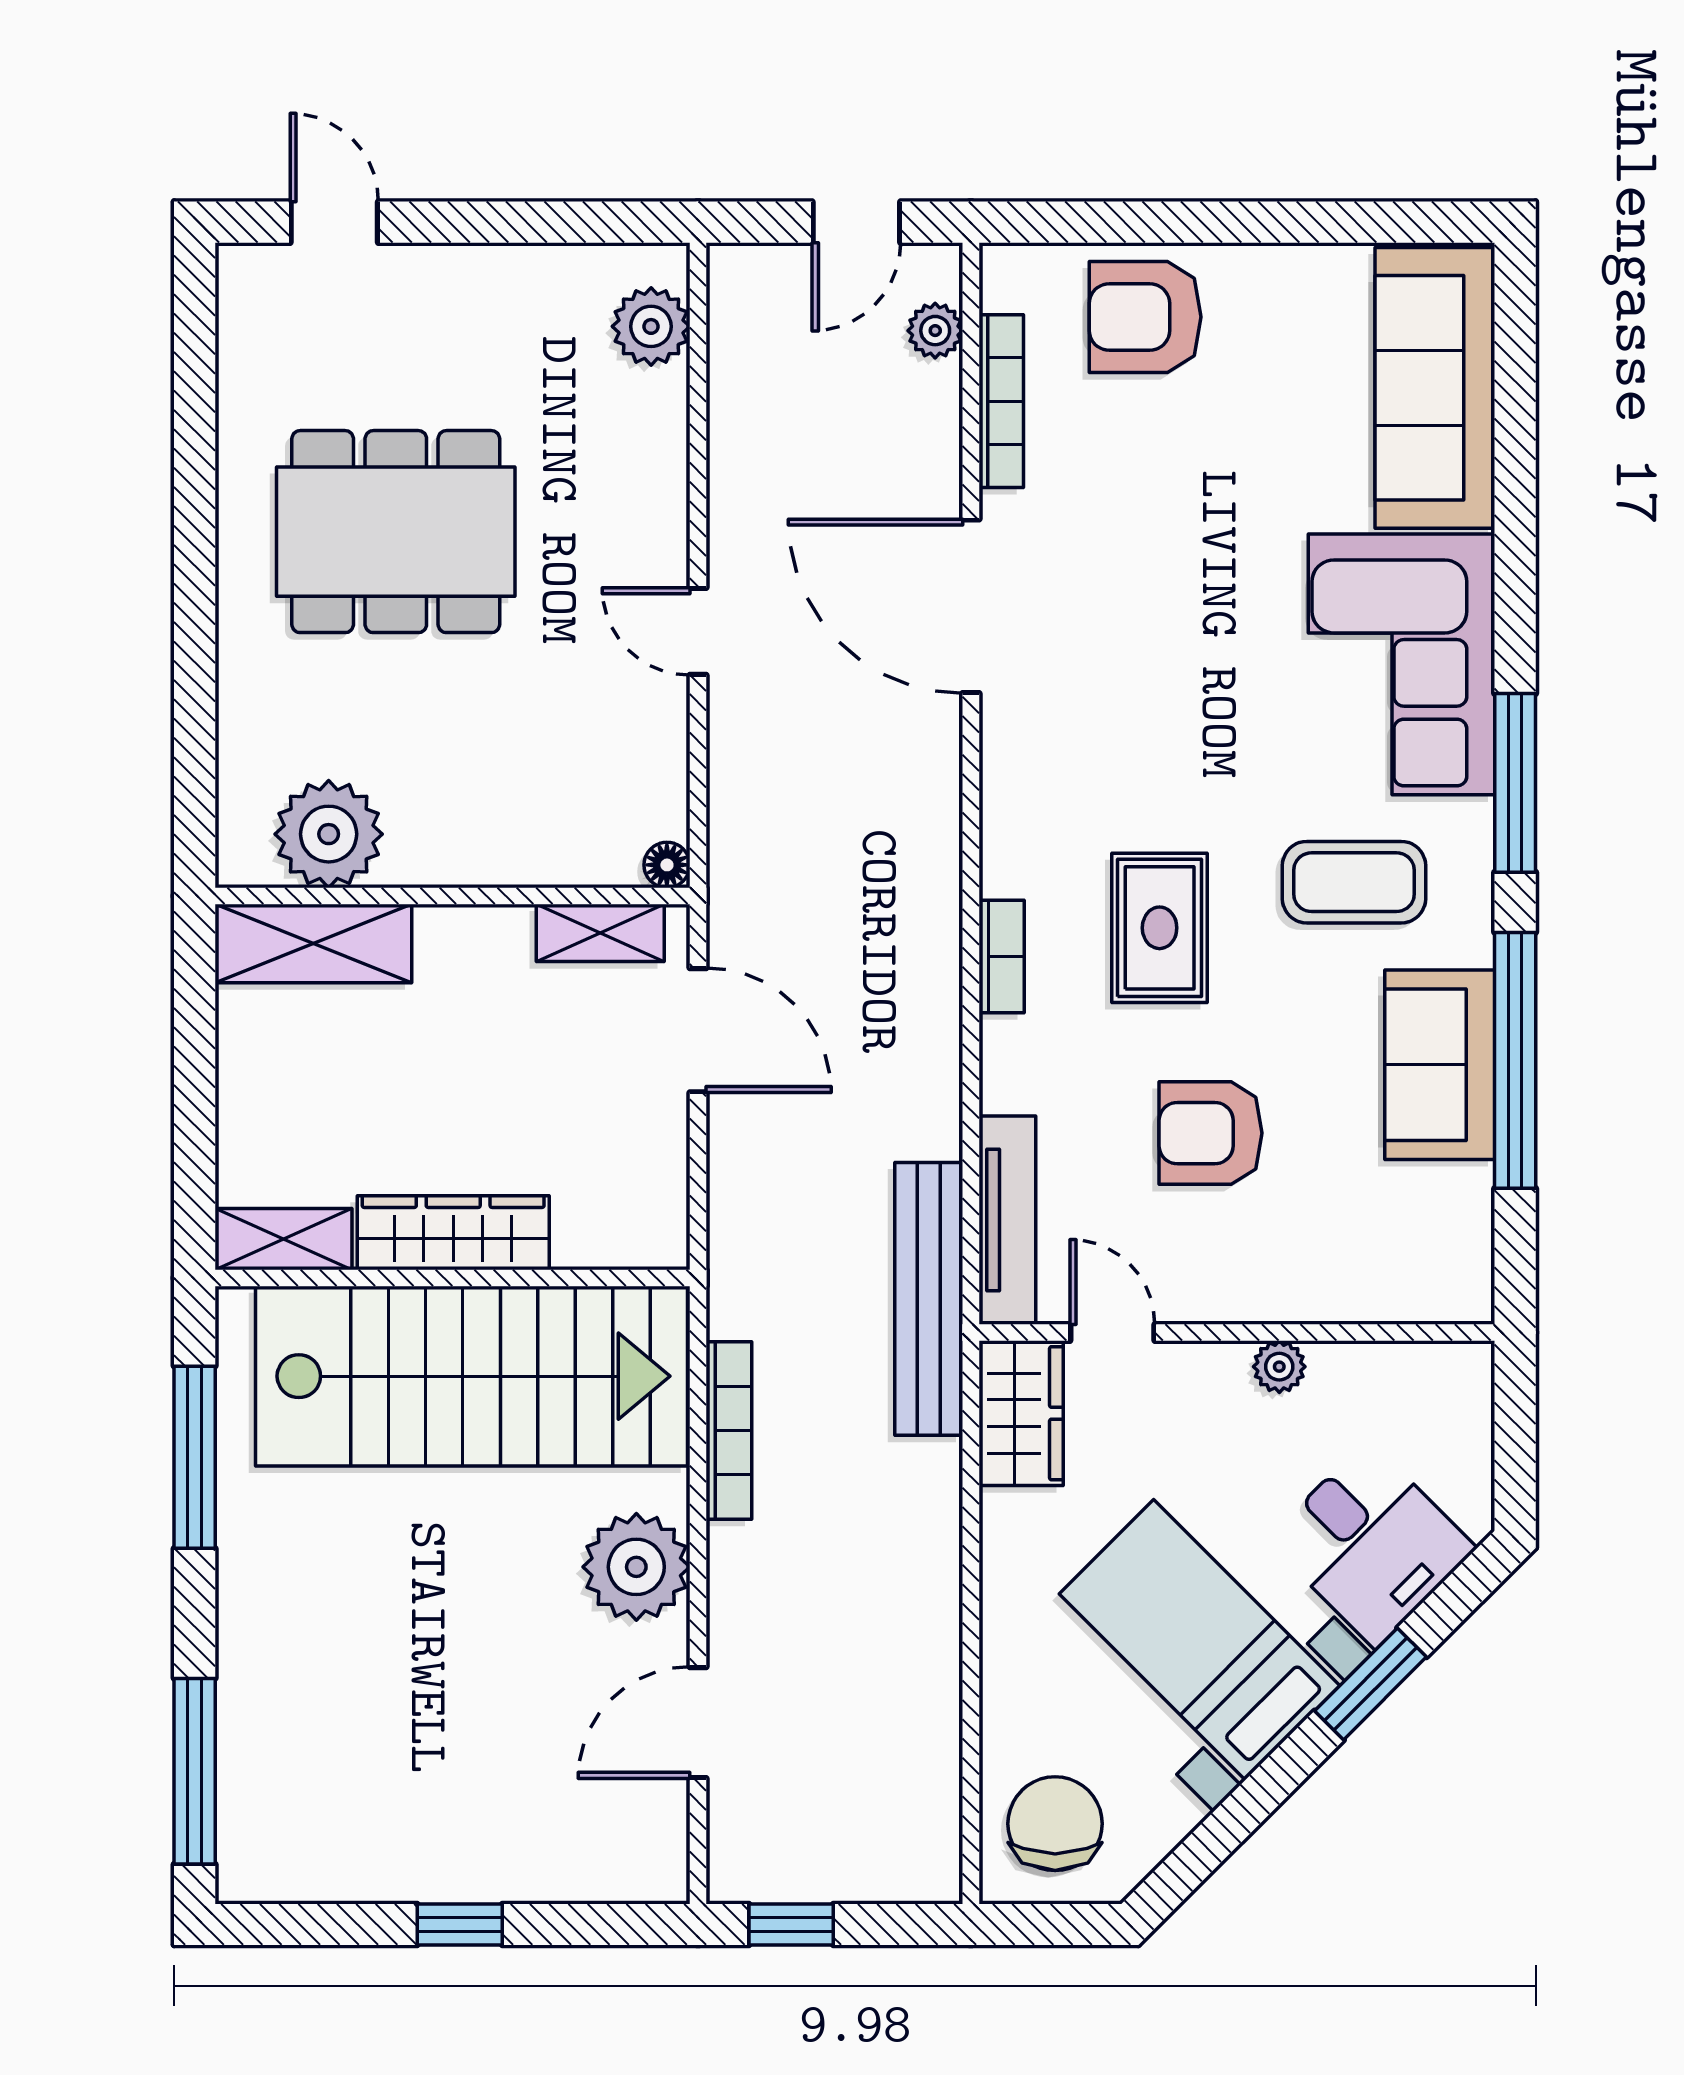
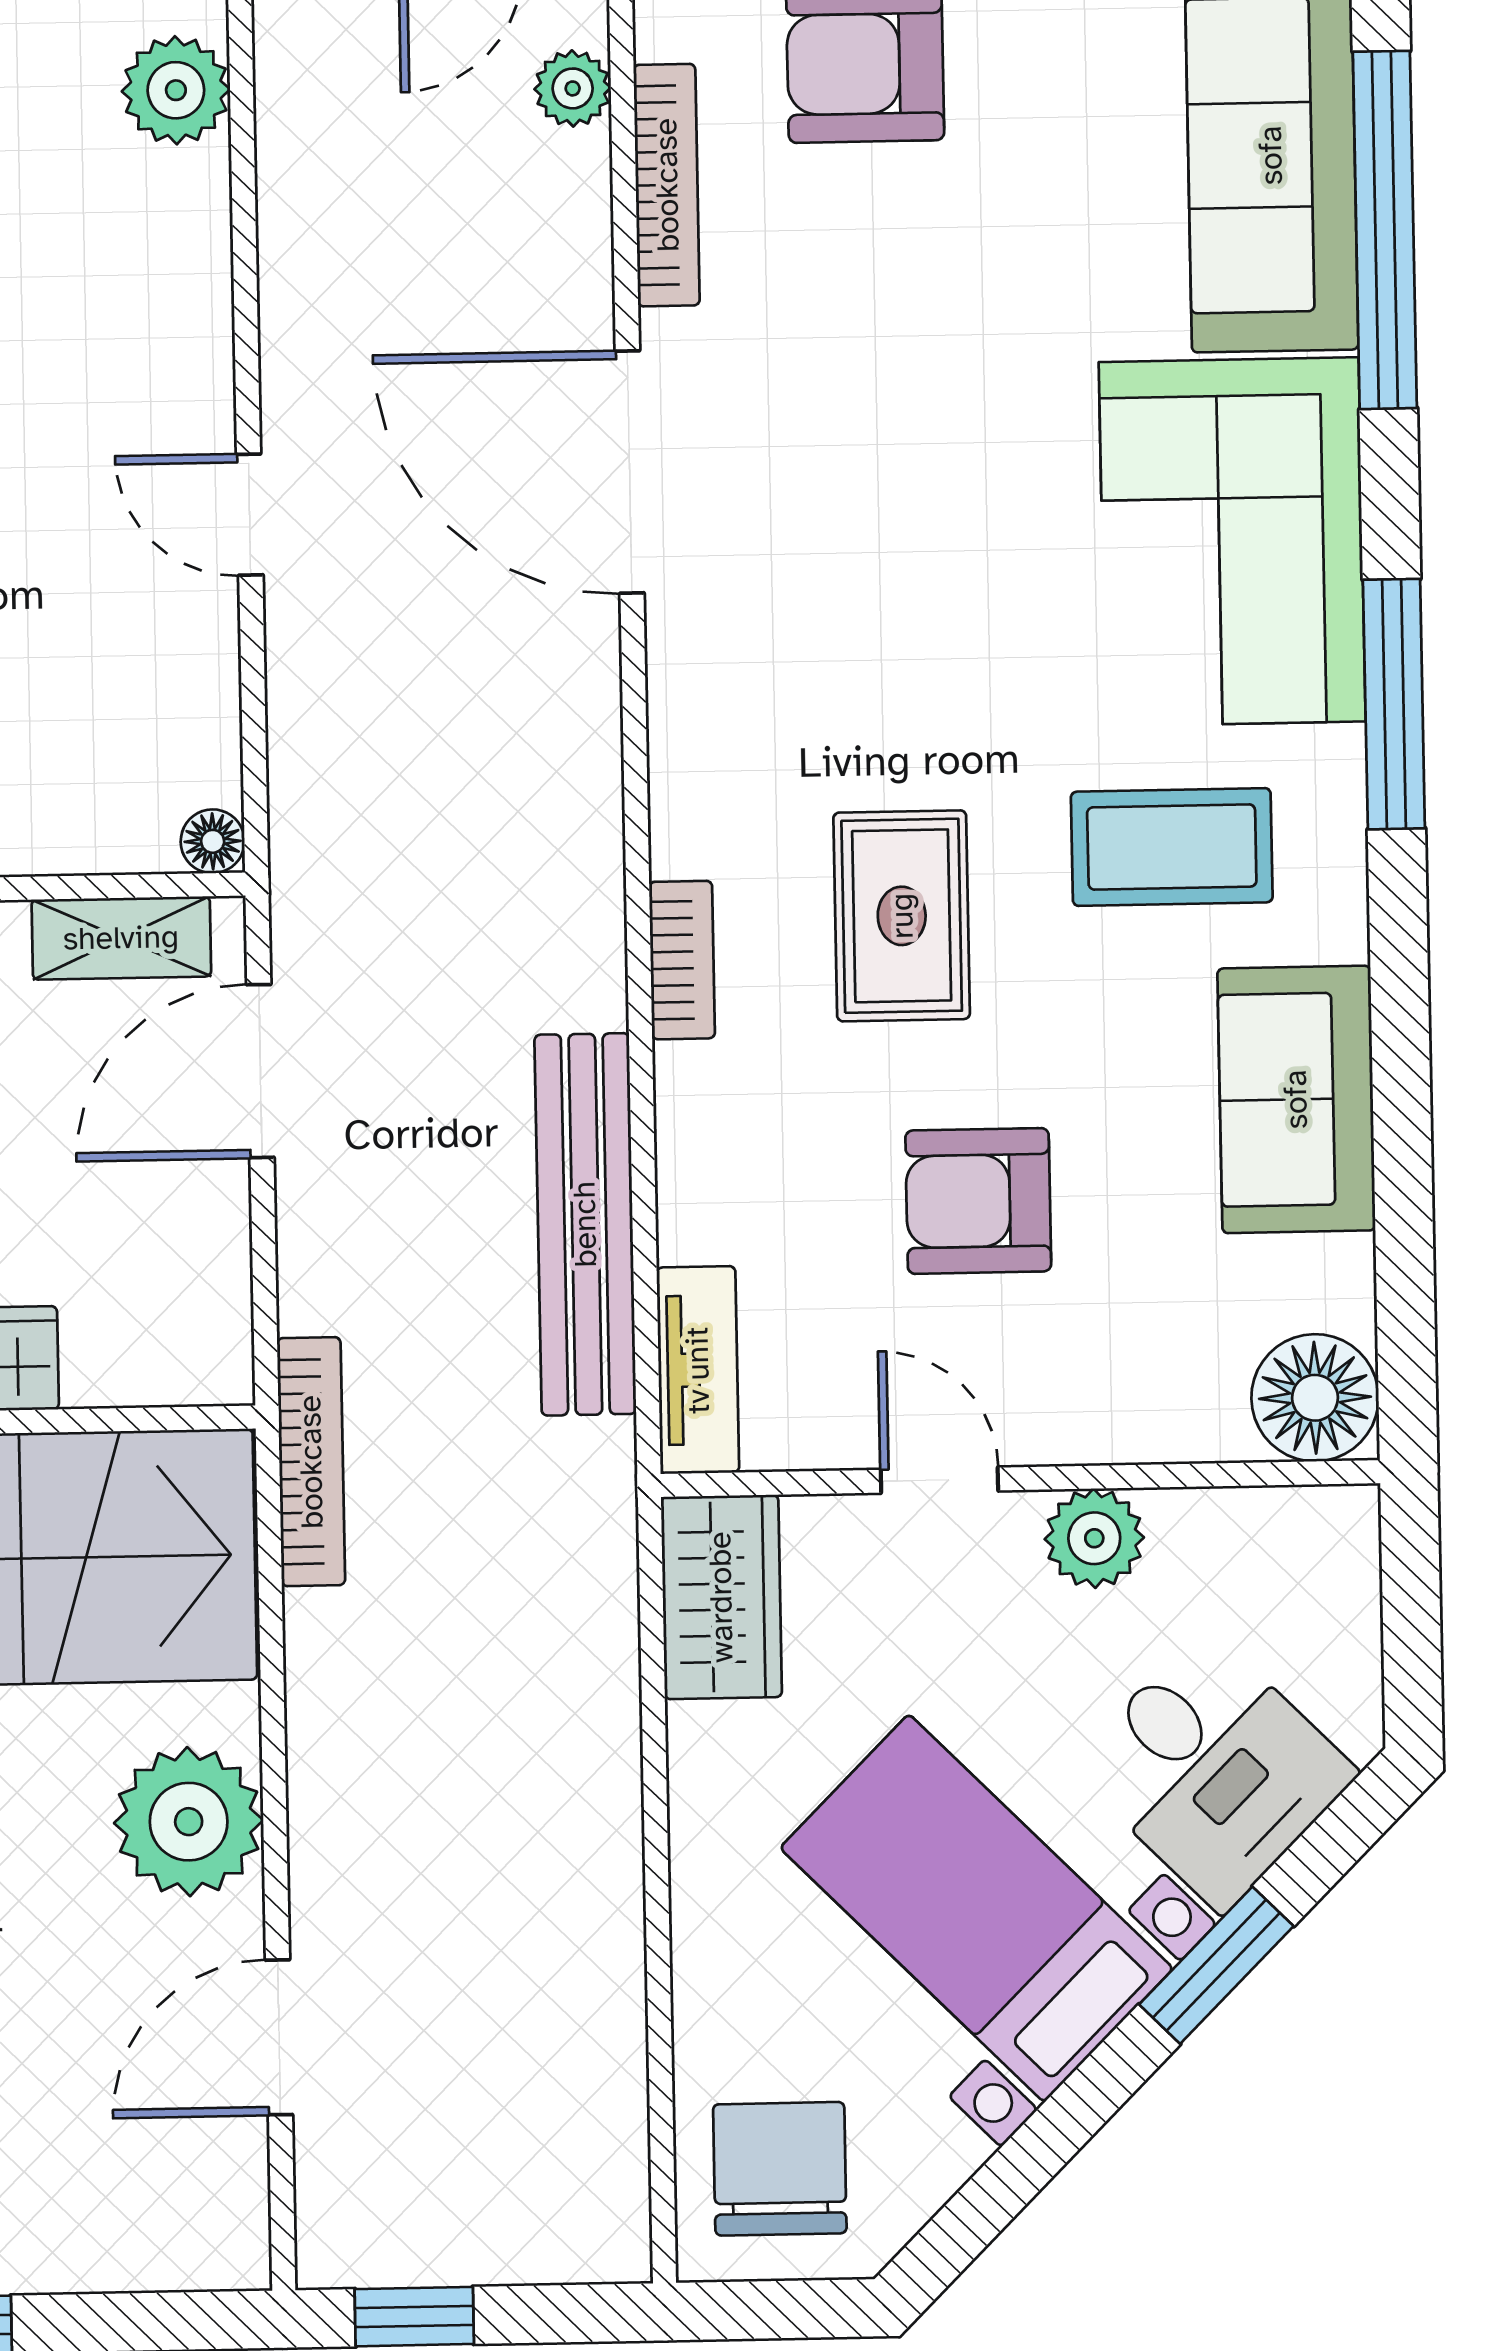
door: (698, 1030) -> (260, 1071), swing flipped
window: (1515, 1060) -> (1385, 230), moved
tv unit: (1007, 1220) -> (698, 1370), width x0.71
floor lamp: (1449, 1279) -> (1315, 1398), added
bench: (929, 1299) -> (585, 1224), moved
door: (1112, 1333) -> (939, 1480), moved
plant: (1279, 1367) -> (1094, 1538), width x1.38, depth x1.38
bookcase: (729, 1431) -> (311, 1462), moved

